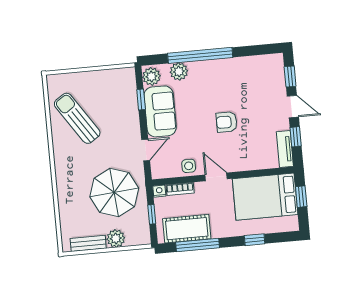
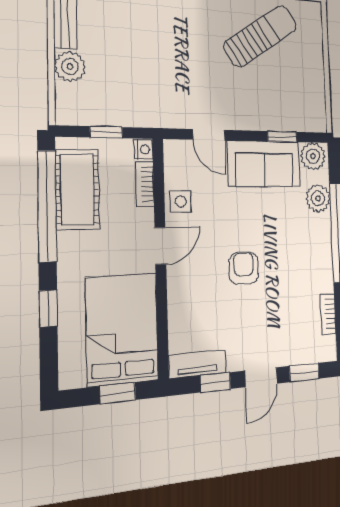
bookcase: (253, 61) -> (328, 314), added
parasol: (114, 192) -> (146, 75), removed
window: (198, 245) -> (47, 206), width x1.46

